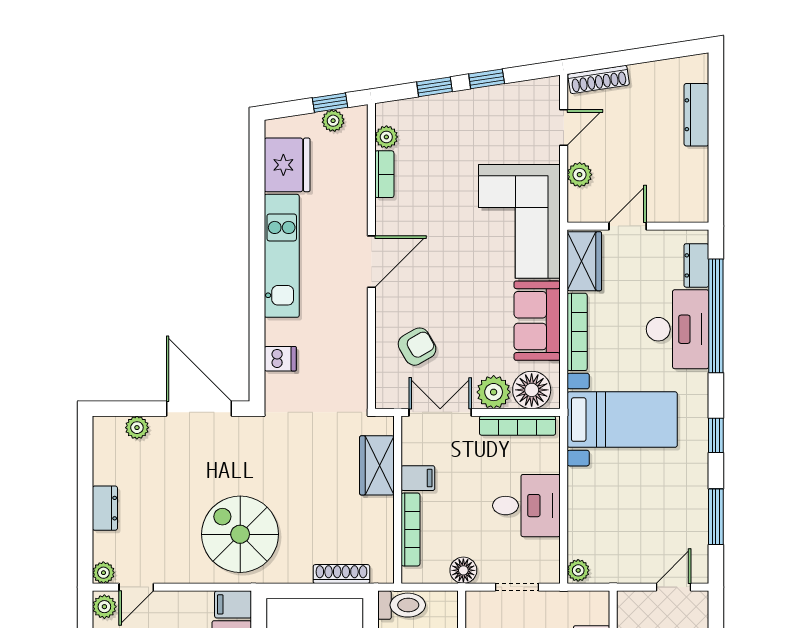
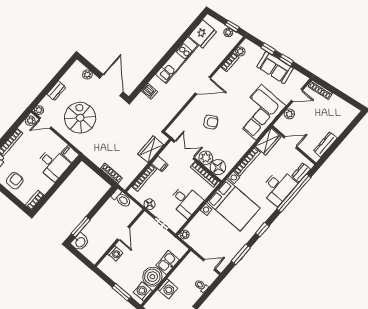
dresser: (696, 115) -> (325, 144), moved
sofa: (537, 321) -> (275, 68), moved, turned -99
armchair: (417, 347) -> (211, 122), moved
bed with nightstands: (622, 420) -> (233, 205), width x1.36
spiral stairs: (240, 534) -> (80, 118), moved

